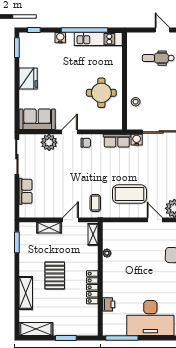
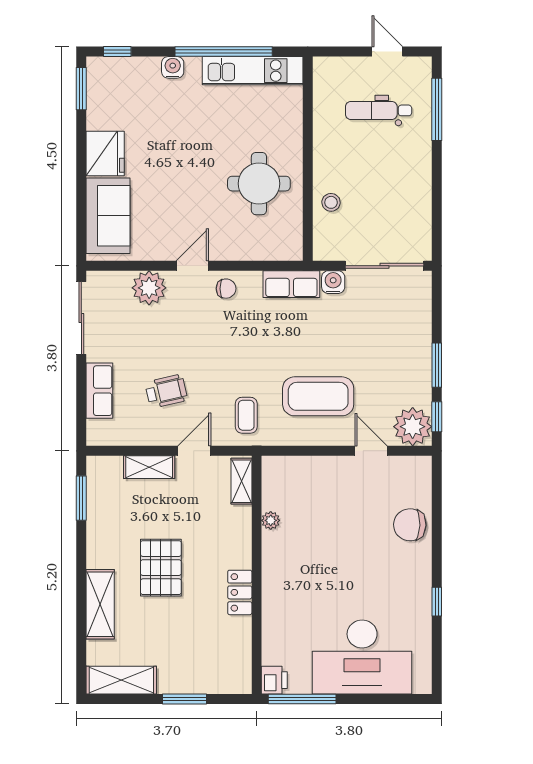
sofa: (37, 119) -> (108, 216), moved, turned 90
wheelchair: (57, 192) -> (166, 391), added
locker: (92, 287) -> (240, 592), width x0.66
printer: (109, 304) -> (274, 680), moved

